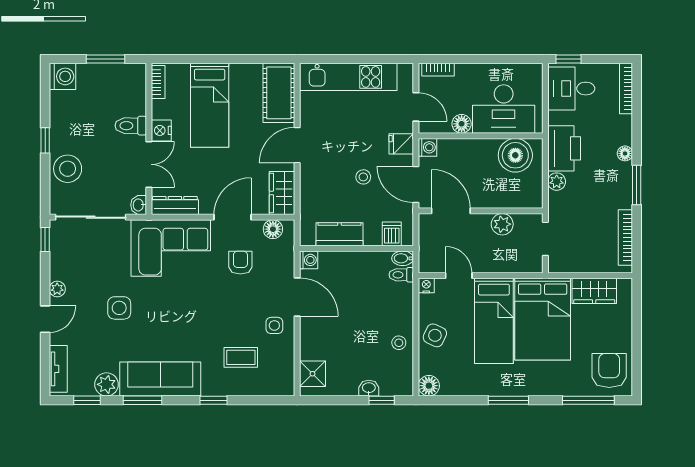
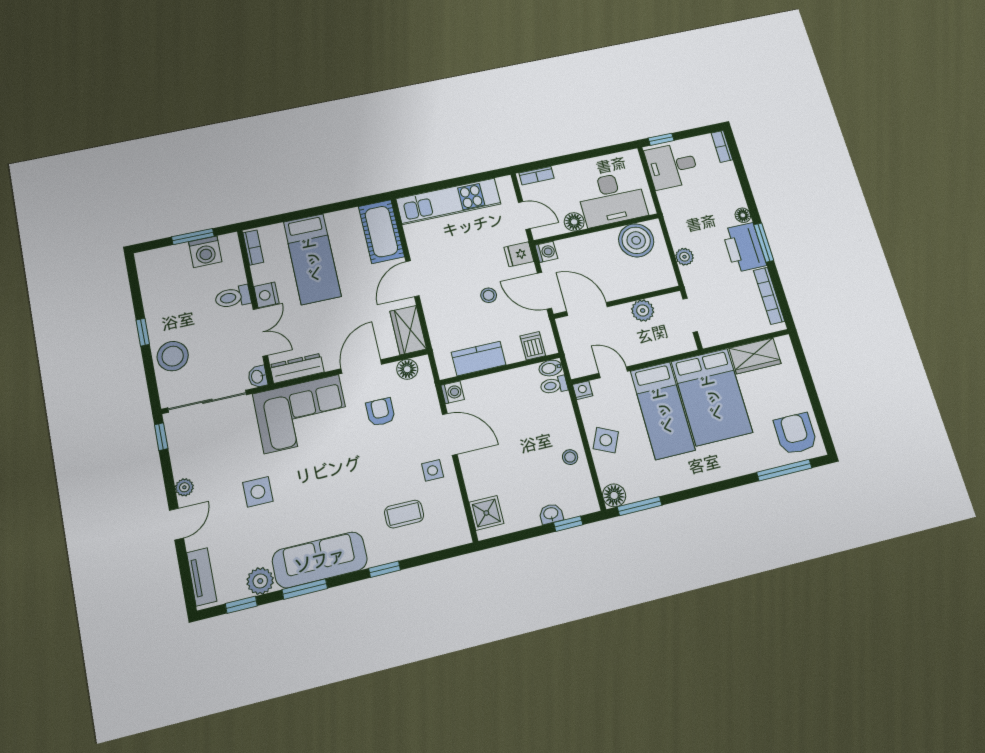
washing machine: (63, 76) -> (205, 252), moved, turned 90
bookcase: (626, 89) -> (722, 146), width x0.64
printer: (564, 148) -> (744, 247), moved, turned 180
window: (508, 400) -> (640, 506), moved

